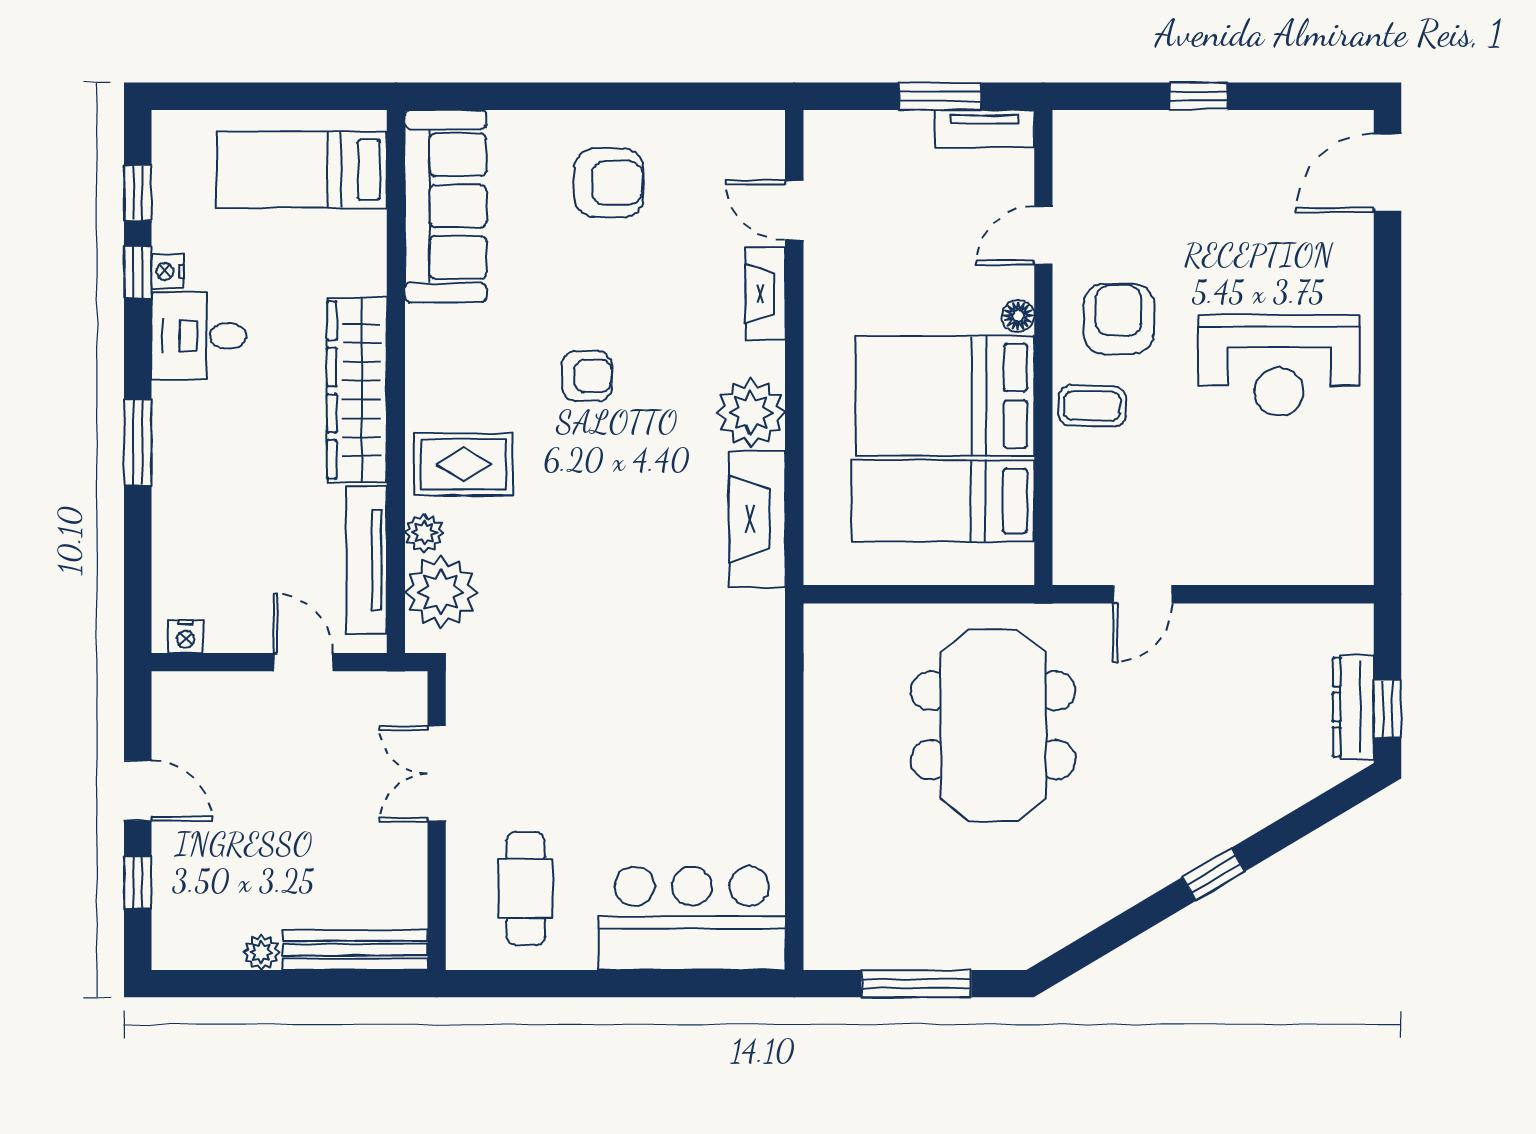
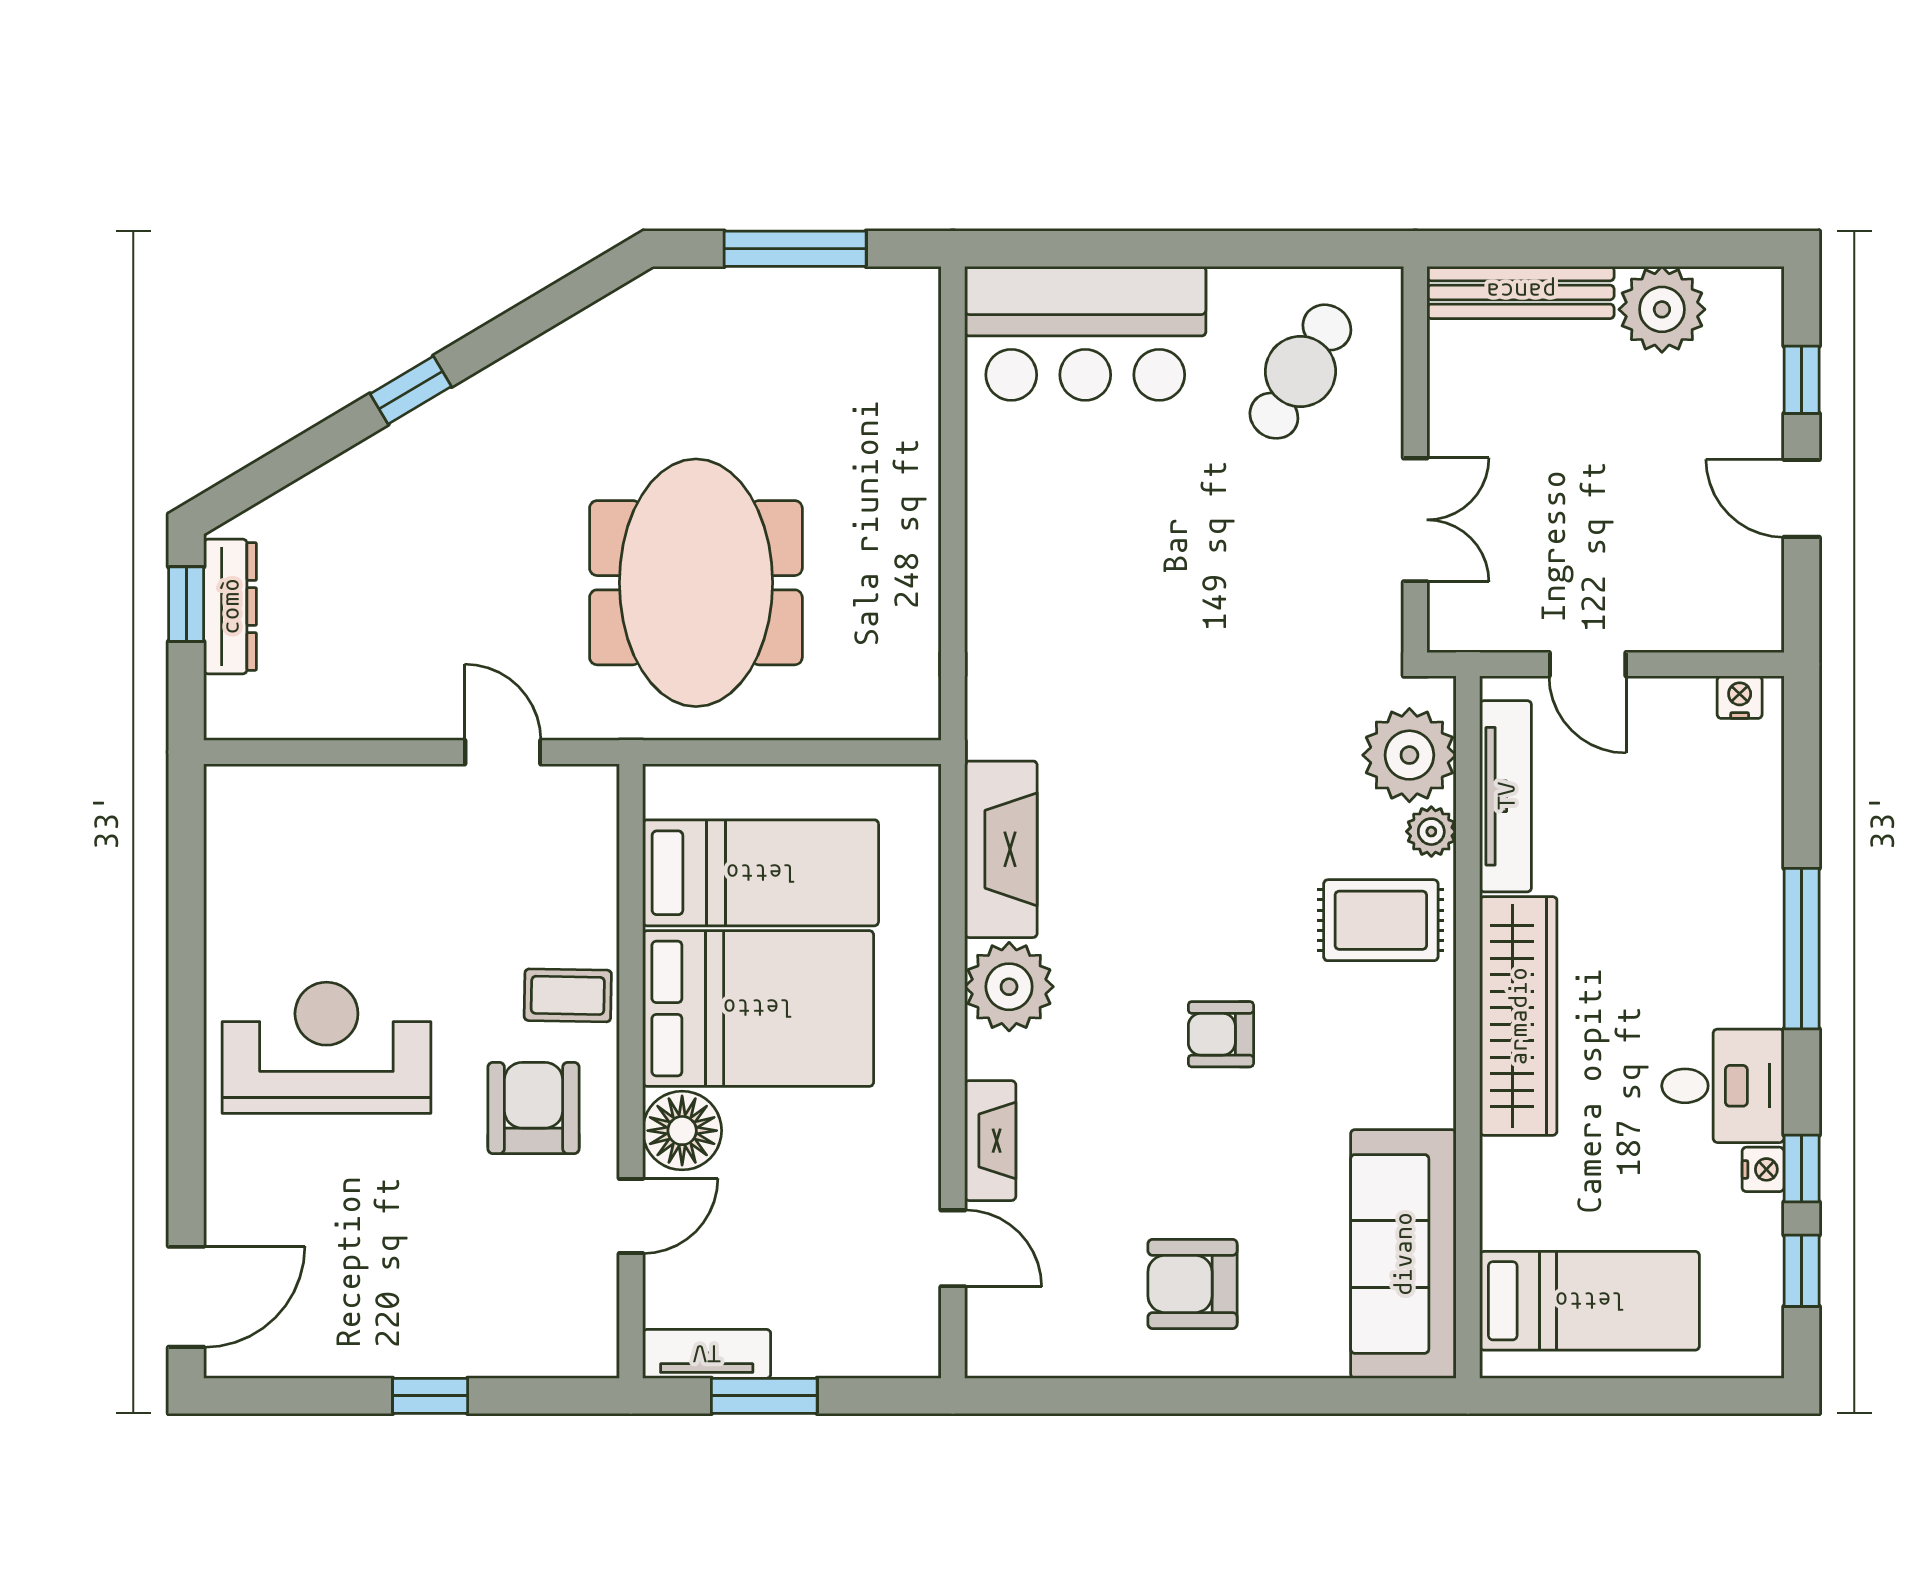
floor lamp: (1018, 316) -> (682, 1131), width x1.89, depth x1.89
armchair: (1119, 319) -> (534, 1108), turned 180
window: (138, 442) -> (1802, 949), width x1.44
door: (1143, 594) -> (503, 752), hinge flipped
cafe table: (525, 889) -> (1300, 372), turned 31
plant: (261, 952) -> (1662, 309), width x1.88, depth x1.88

